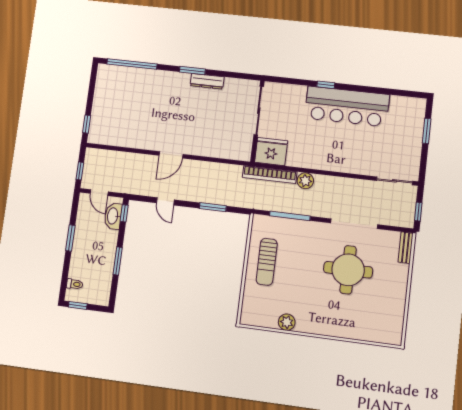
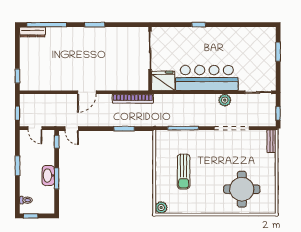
dresser: (207, 81) -> (33, 32), moved
bar counter: (347, 106) -> (207, 78), moved, turned 180
bookcase: (270, 175) -> (133, 99), moved
plant: (305, 181) -> (225, 100), moved
door: (165, 201) -> (72, 129), moved
washbasin: (113, 216) -> (48, 176), moved
sun lounger: (267, 262) -> (184, 172), moved
round table: (348, 270) -> (242, 189), moved
plant: (287, 322) -> (161, 207), moved

